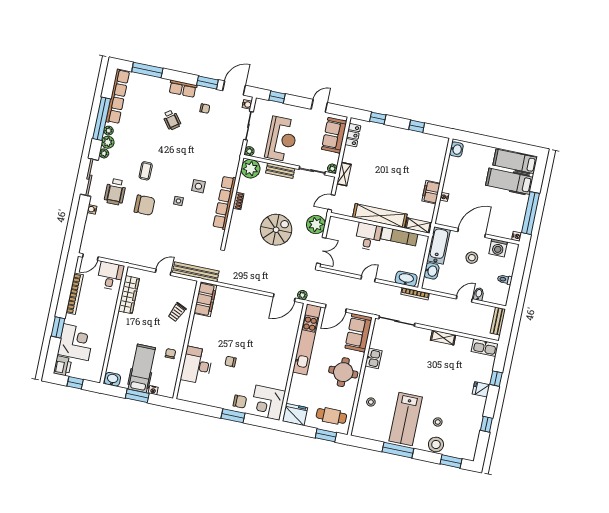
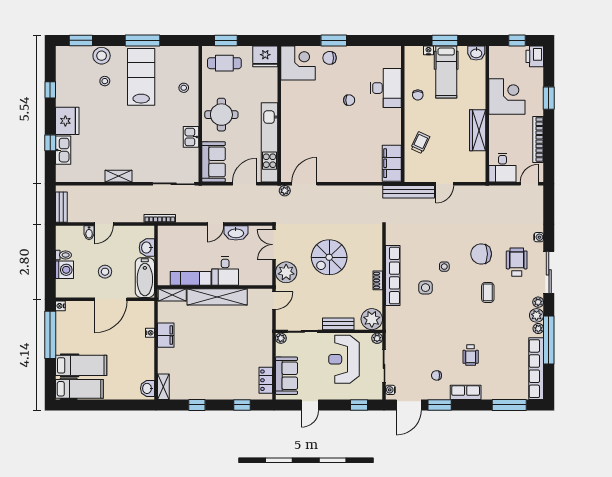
wheelchair: (172, 120) -> (471, 355), turned -143
shelving: (344, 174) -> (163, 387), moved
washing machine: (498, 248) -> (64, 270), moved, turned 90
washbasin: (406, 279) -> (236, 233), moved
wardrobe: (129, 295) -> (478, 130), moved
corner desk: (76, 342) -> (507, 97), moved, turned 180
kitchen sink: (485, 348) -> (63, 150), moved, turned 90
fridge: (481, 389) -> (67, 121), width x1.88, depth x1.34

